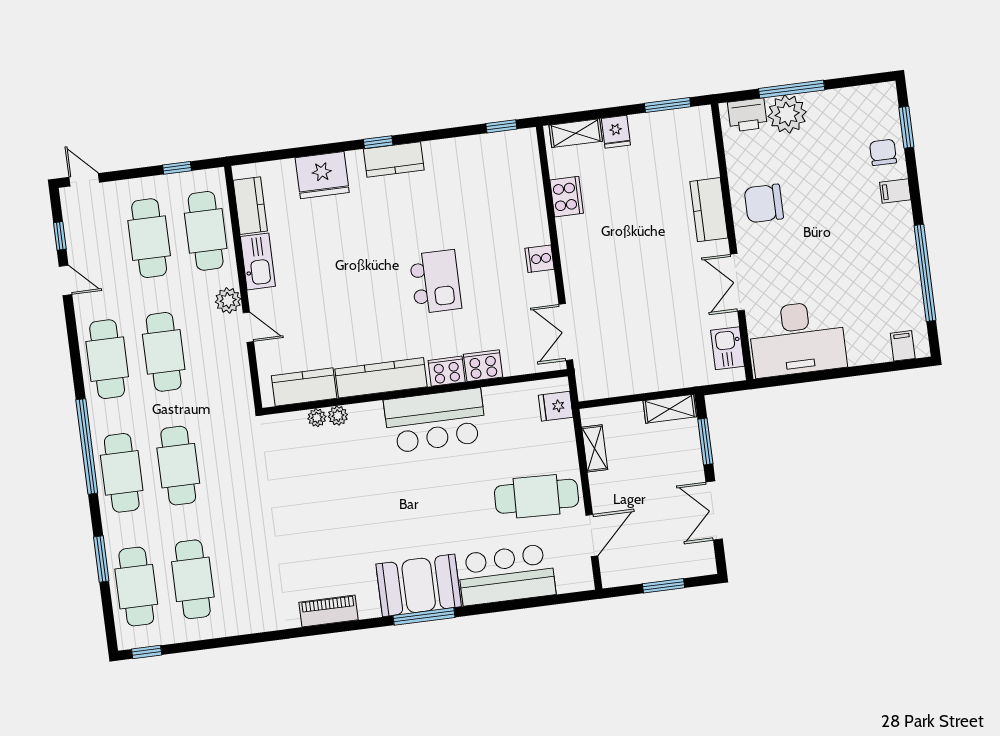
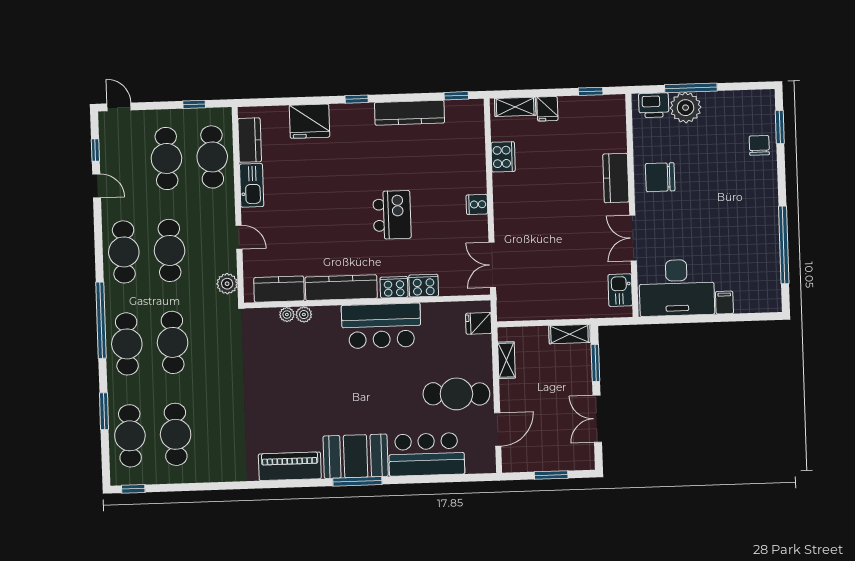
window: (668, 105) -> (591, 91), width x0.67
kitchen counter: (394, 159) -> (409, 113), moved, width x1.50
filing cabinet: (895, 191) -> (766, 177), removed
plant: (228, 300) -> (227, 284), moved
filing cabinet: (903, 346) -> (724, 303), moved
piano: (329, 611) -> (290, 466), width x1.37, depth x1.33

